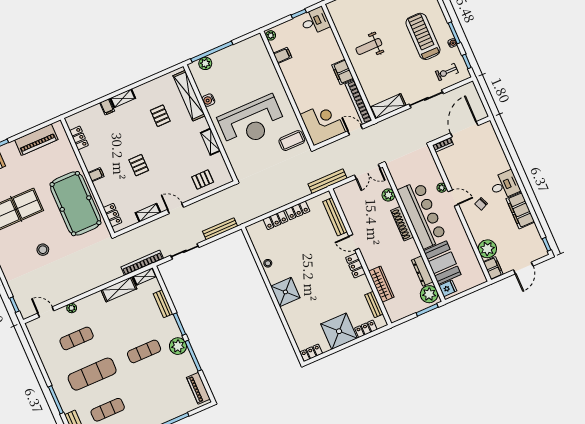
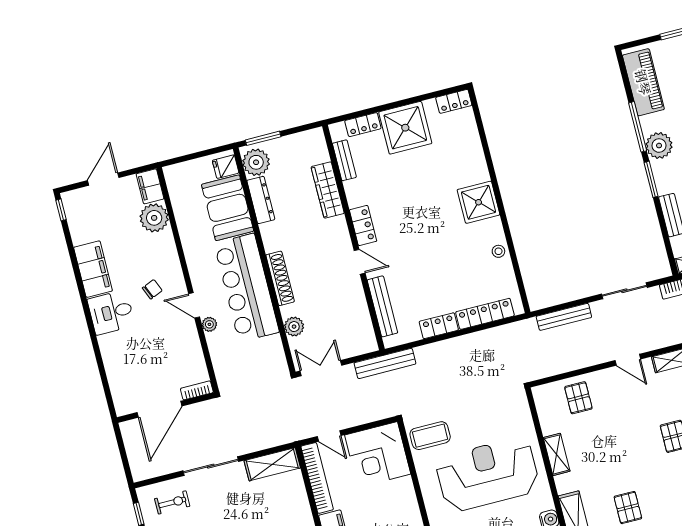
pallet: (203, 180) -> (578, 398), turned 90
locker: (276, 220) -> (485, 314), width x1.53
piano: (198, 388) -> (643, 82), width x1.37, depth x1.33

